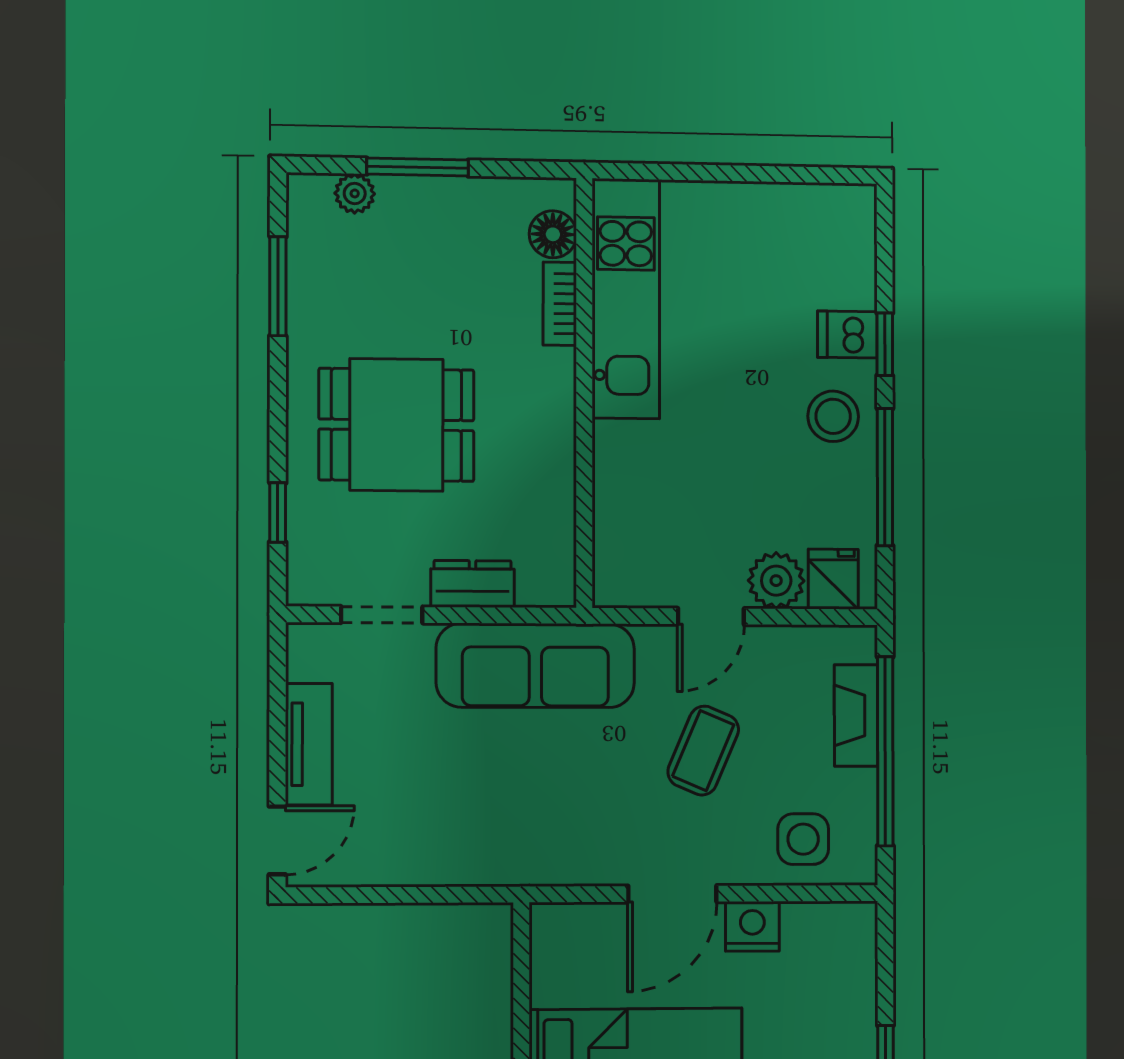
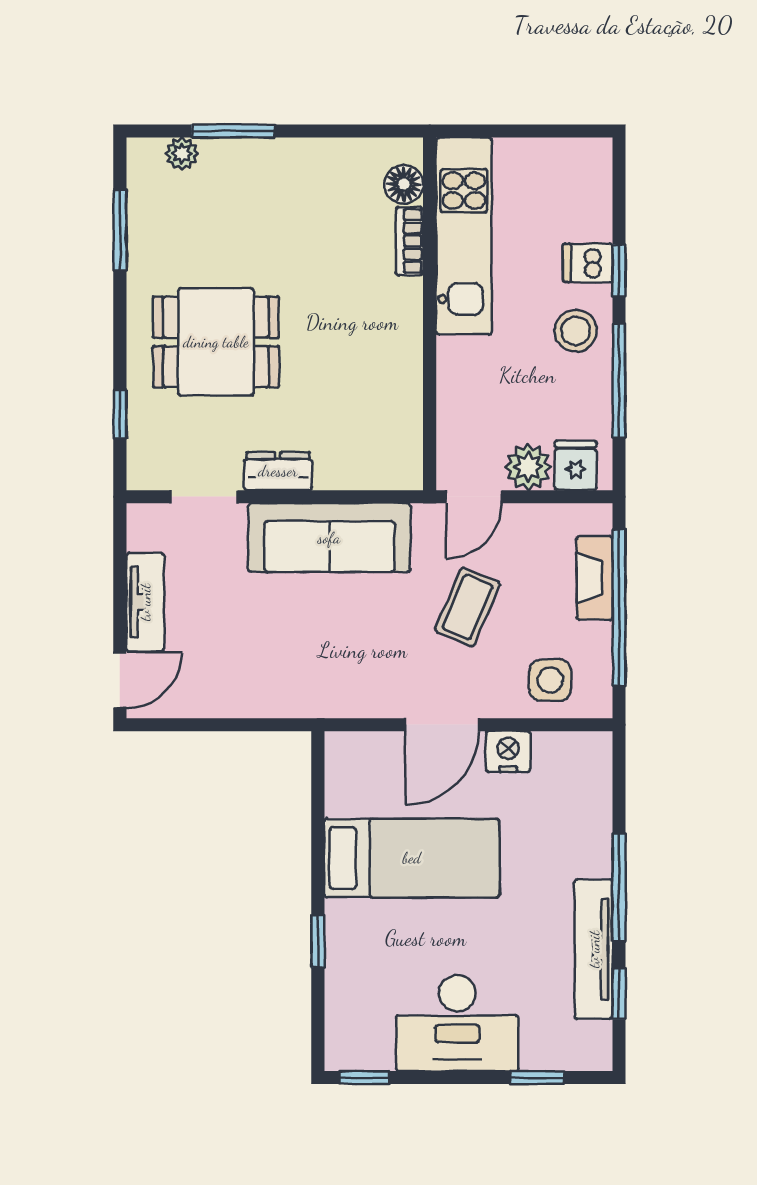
floor lamp: (553, 234) -> (404, 184), moved
kitchen unit: (626, 299) -> (464, 236), moved
bookcase: (560, 304) -> (410, 241), moved
wall: (584, 393) -> (430, 314), moved

